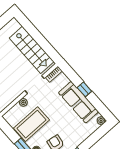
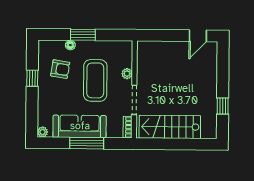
window: (84, 89) -> (87, 143), width x2.17
coffee table: (32, 124) -> (95, 80), moved

